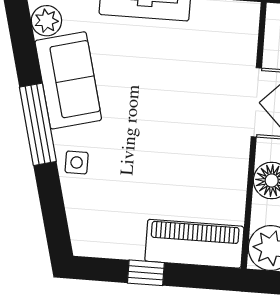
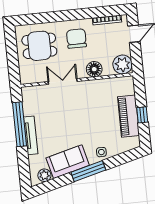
piano: (194, 244) -> (128, 116), moved

